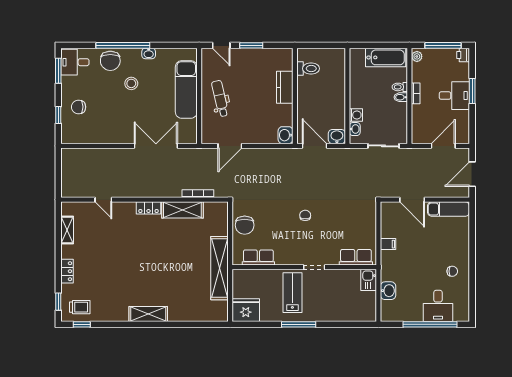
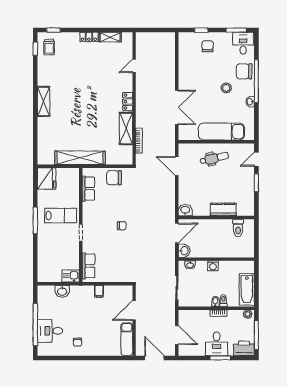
printer: (463, 55) -> (244, 348), width x1.87, depth x1.48
washing machine: (356, 115) -> (213, 266), moved
locker: (67, 271) -> (89, 37), moved

